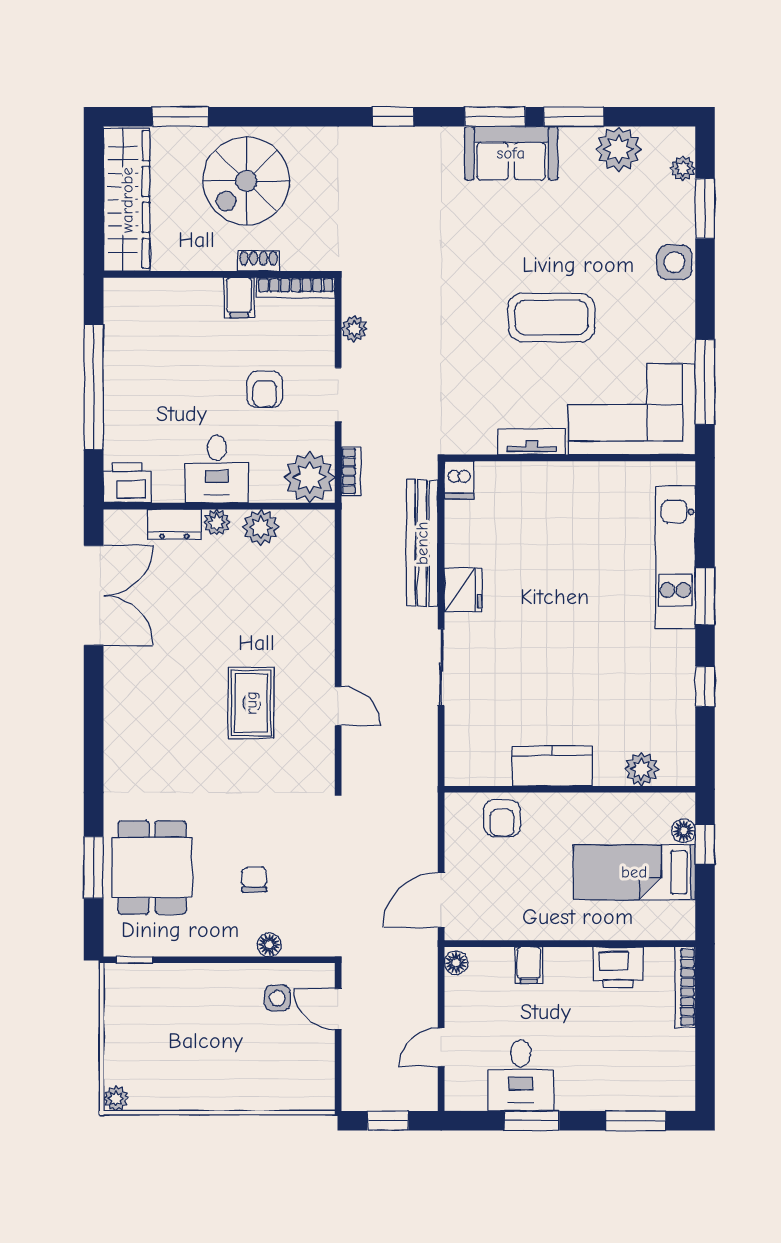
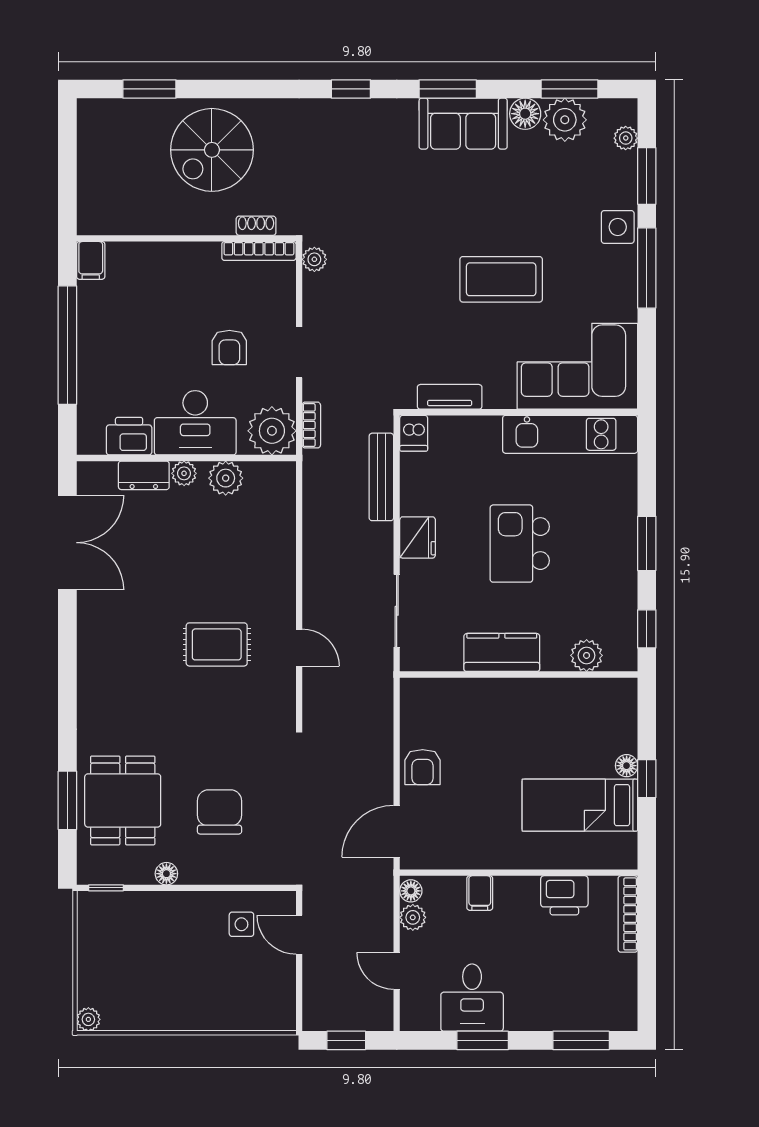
window: (574, 117) -> (570, 89), moved
floor lamp: (577, 143) -> (525, 114), added
wardrobe: (127, 200) -> (98, 167), removed
shoe rack: (258, 261) -> (256, 226), moved
filing cabinet: (239, 298) -> (91, 260), moved
plant: (354, 329) -> (314, 259), moved
window: (705, 382) -> (647, 268), moved
tv unit: (532, 442) -> (450, 397), moved
desk: (217, 469) -> (195, 423), width x1.37
printer: (127, 483) -> (129, 436), moved
bench: (422, 543) -> (381, 477), width x0.73, depth x0.82
kitchen unit: (675, 557) -> (570, 434), moved, turned -90
kitchen island: (571, 596) -> (520, 544), added
rug: (251, 703) -> (217, 644), turned 90
kitchen counter: (552, 766) -> (502, 652), moved
plant: (641, 769) -> (587, 655), moved
wall: (570, 789) -> (519, 674), moved
armchair: (502, 818) -> (423, 767), moved
chair: (254, 880) -> (219, 812), width x1.87, depth x1.87
floor lamp: (269, 945) -> (166, 874), moved
plant: (458, 991) -> (413, 917), added
door: (441, 1047) -> (397, 971), hinge flipped

